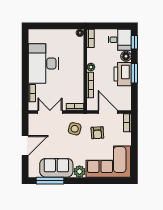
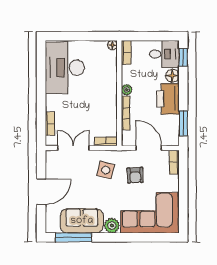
desk: (43, 63) -> (65, 68), moved
window: (134, 73) -> (183, 123), moved

